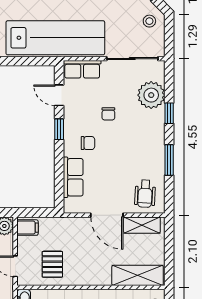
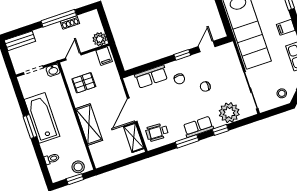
row of seats: (82, 69) -> (198, 127), moved, turned 90
shelving: (138, 275) -> (89, 125), moved

